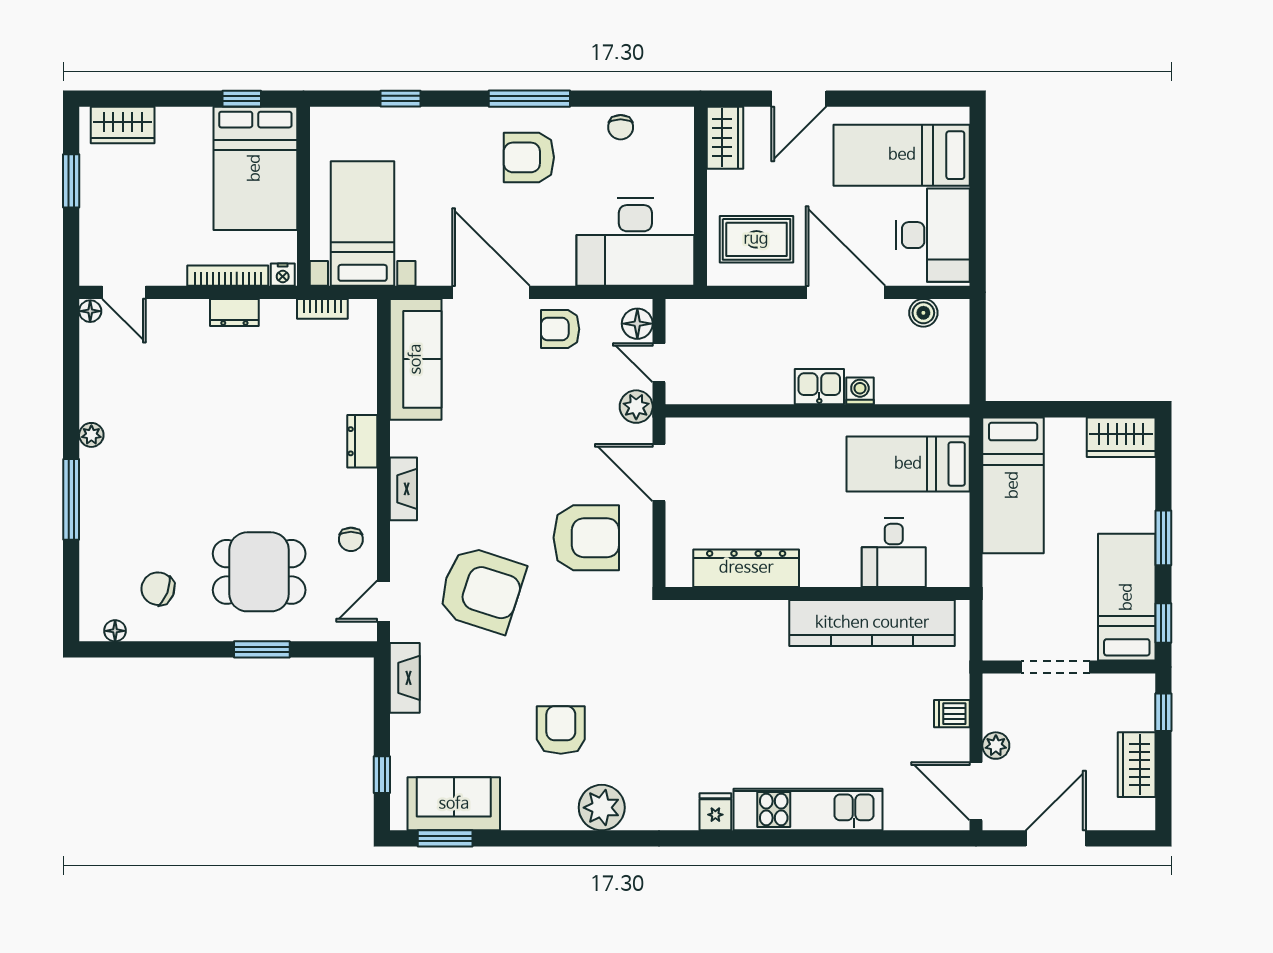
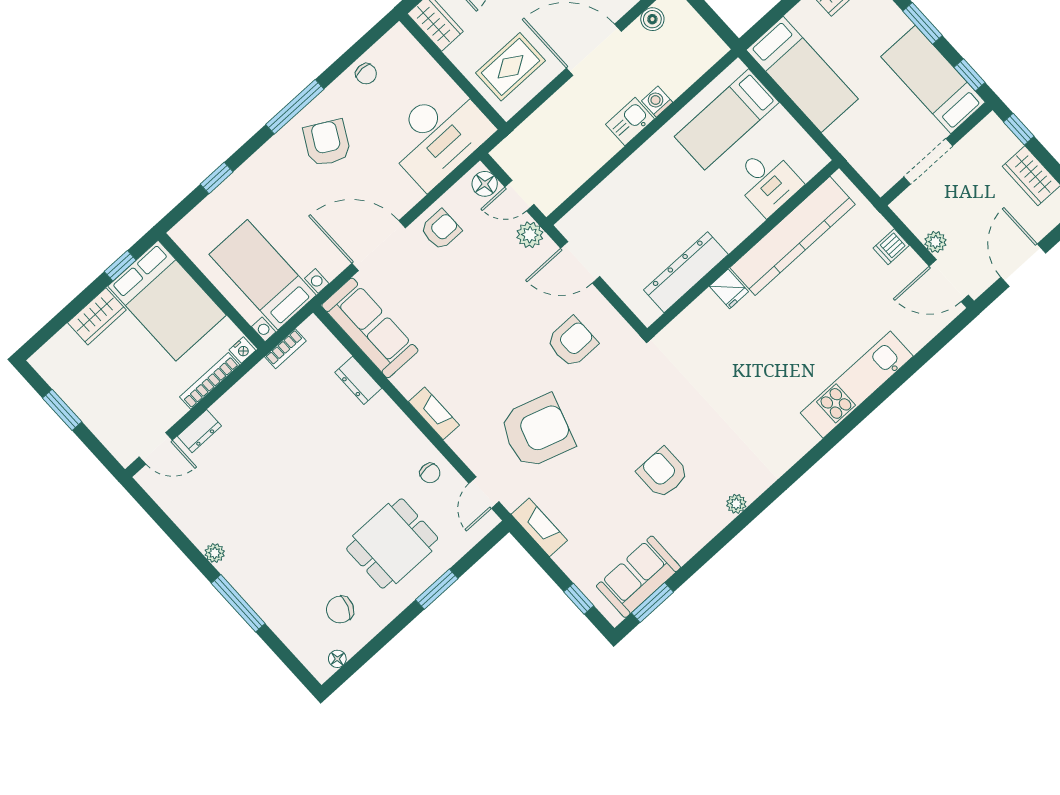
wardrobe: (123, 125) -> (97, 316), moved
armchair: (529, 157) -> (327, 143), turned 119
floor lamp: (90, 311) -> (146, 478), removed
dresser: (234, 312) -> (199, 431), moved
armchair: (560, 329) -> (441, 230), turned 180
dresser: (362, 441) -> (358, 380), moved
armchair: (586, 538) -> (572, 342), width x0.73, depth x0.73
plant: (602, 808) -> (736, 504), width x0.53, depth x0.53
fridge: (715, 812) -> (729, 289), moved, turned 180

